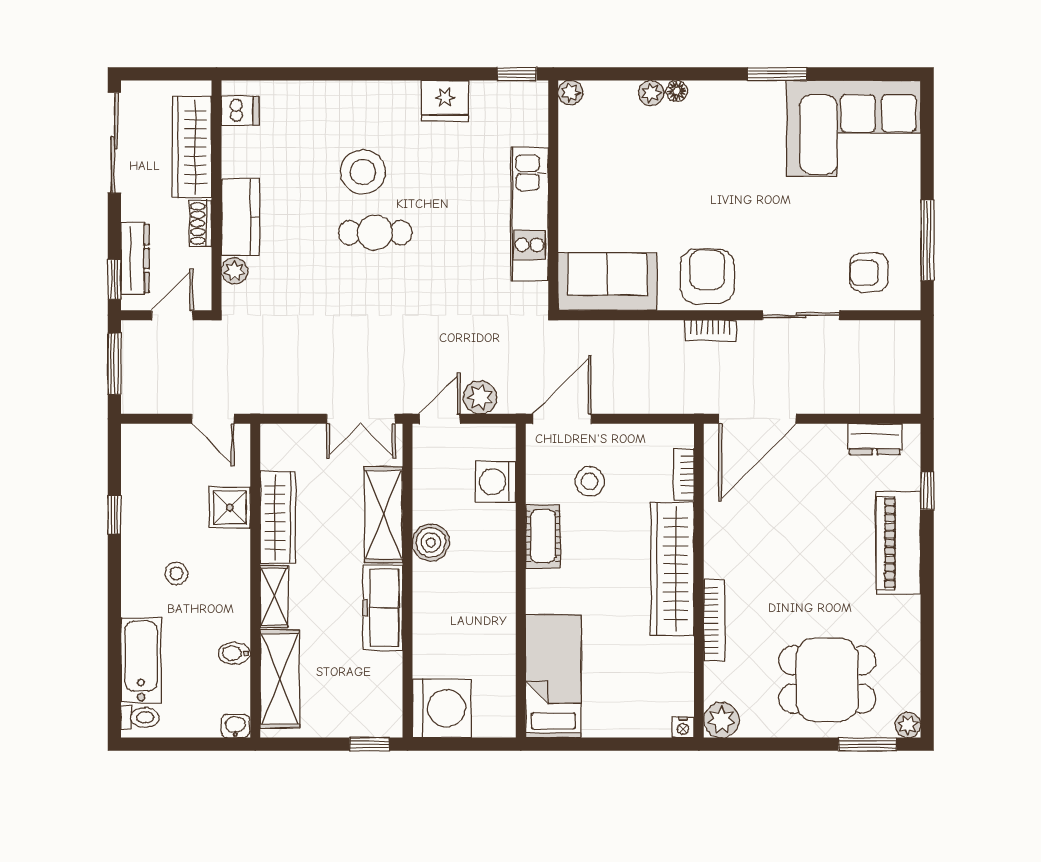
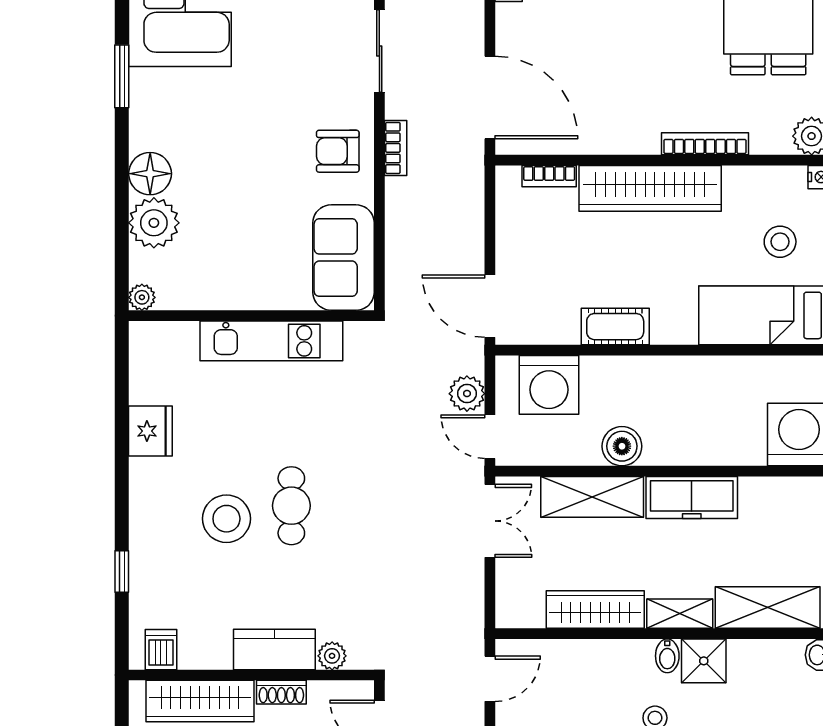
window: (517, 74) -> (122, 572), moved
floor lamp: (677, 91) -> (150, 174), width x1.89, depth x1.89
plant: (651, 93) -> (154, 223), width x1.87, depth x1.87
armchair: (707, 276) -> (338, 151), width x0.72, depth x0.72
stool: (590, 481) -> (780, 242), moved
washing machine: (496, 482) -> (549, 385), width x1.37, depth x1.37
shower: (230, 507) -> (704, 661), moved
bidet: (234, 653) -> (667, 656), moved

